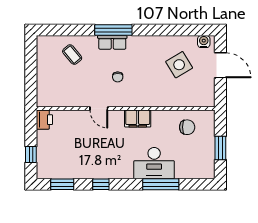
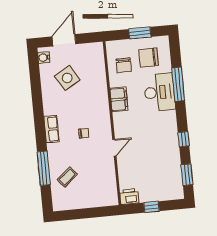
window: (113, 30) -> (44, 168), moved
row of seats: (112, 42) -> (51, 129), moved
filing cabinet: (138, 119) -> (119, 99), moved
chair: (187, 127) -> (124, 65), turned 180
window: (31, 155) -> (152, 207), moved
chair: (193, 155) -> (149, 58), added

